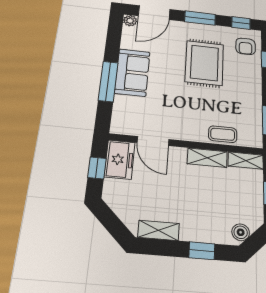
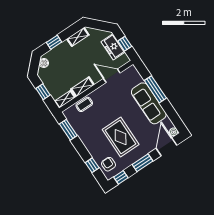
sofa: (132, 72) -> (149, 103), width x1.36
freezer: (120, 160) -> (113, 47), moved

